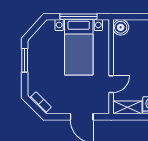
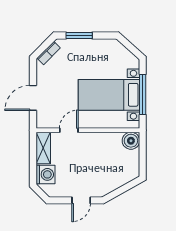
window: (25, 60) -> (79, 36), moved
door: (111, 84) -> (69, 130), swing flipped

